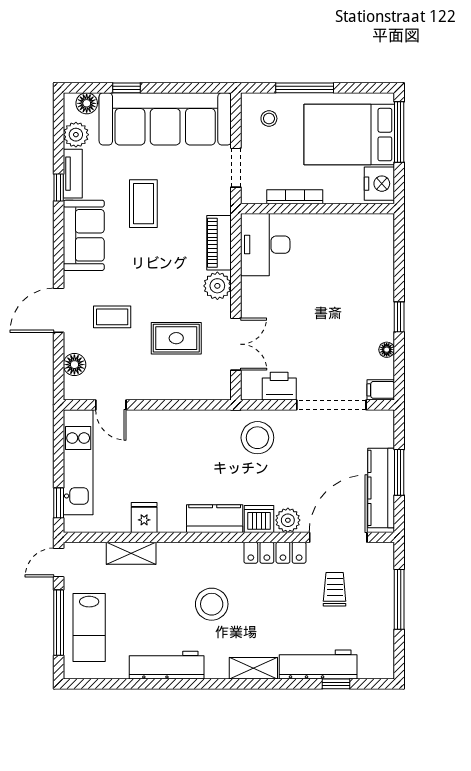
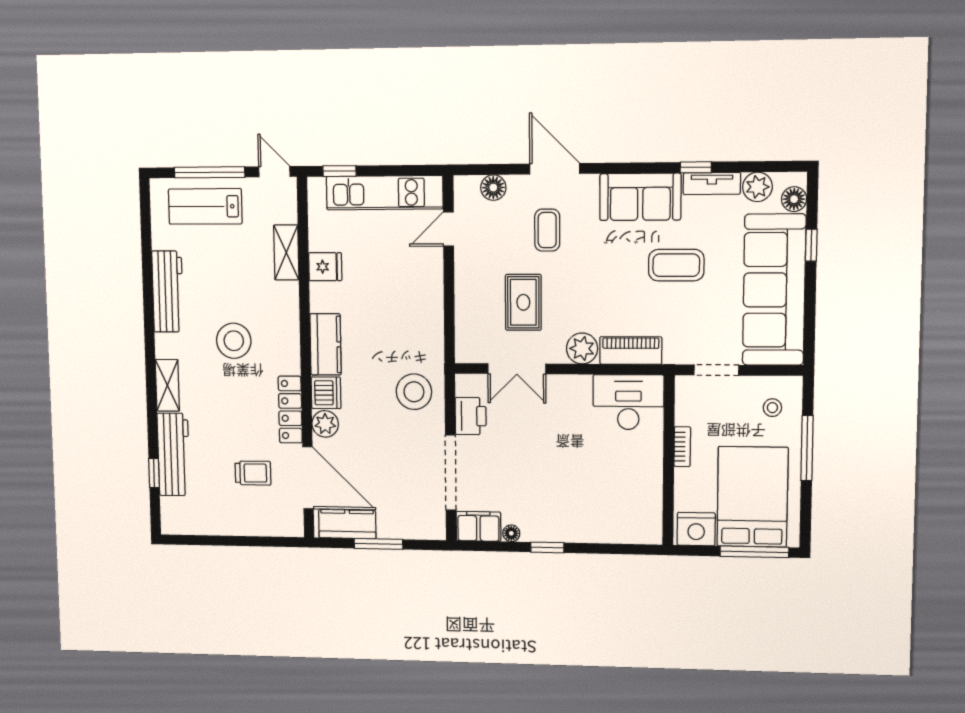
bookcase: (295, 197) -> (682, 447), width x0.64
filing cabinet: (381, 390) -> (478, 526), width x2.00
kitchen counter: (381, 488) -> (347, 524), width x0.67
window: (399, 599) -> (244, 541), removed

